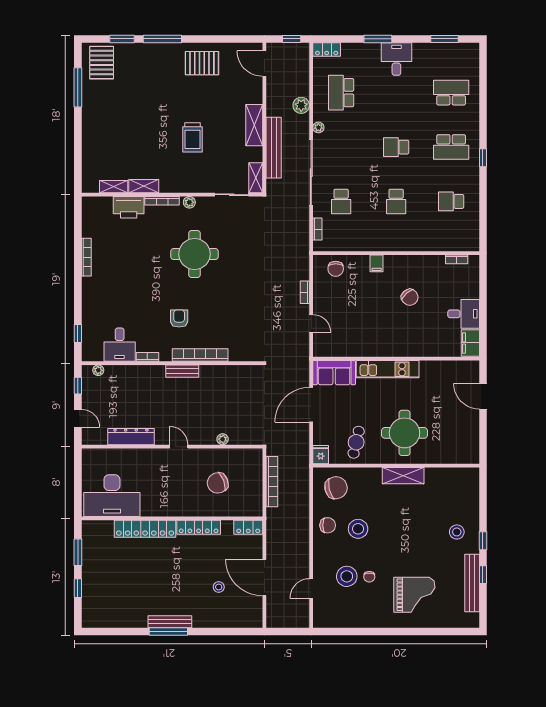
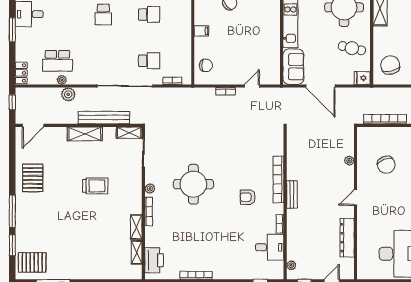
plant: (318, 127) -> (62, 80), moved
printer: (129, 207) -> (154, 260), moved

